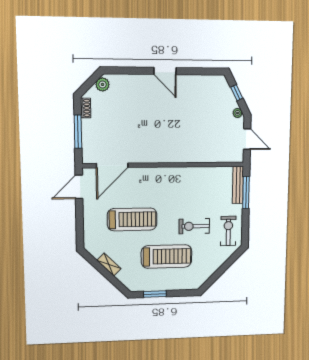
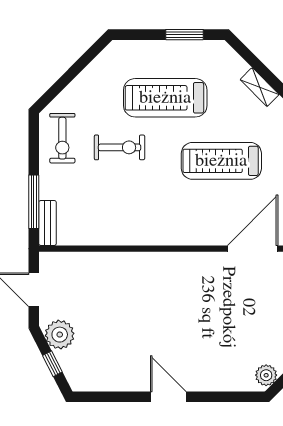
plant: (238, 113) -> (60, 335), width x1.87, depth x1.87
bench: (238, 185) -> (48, 223), width x0.73

